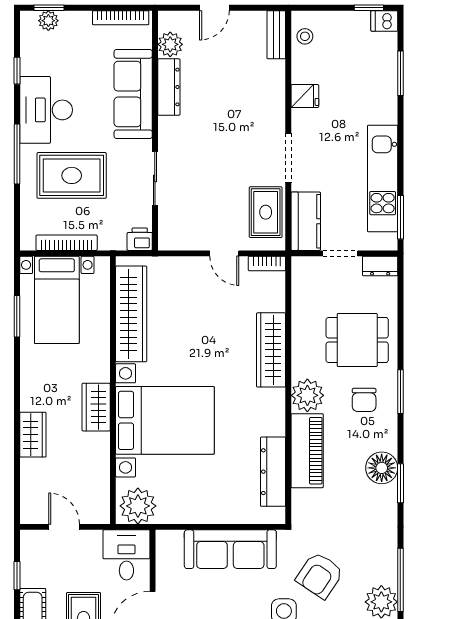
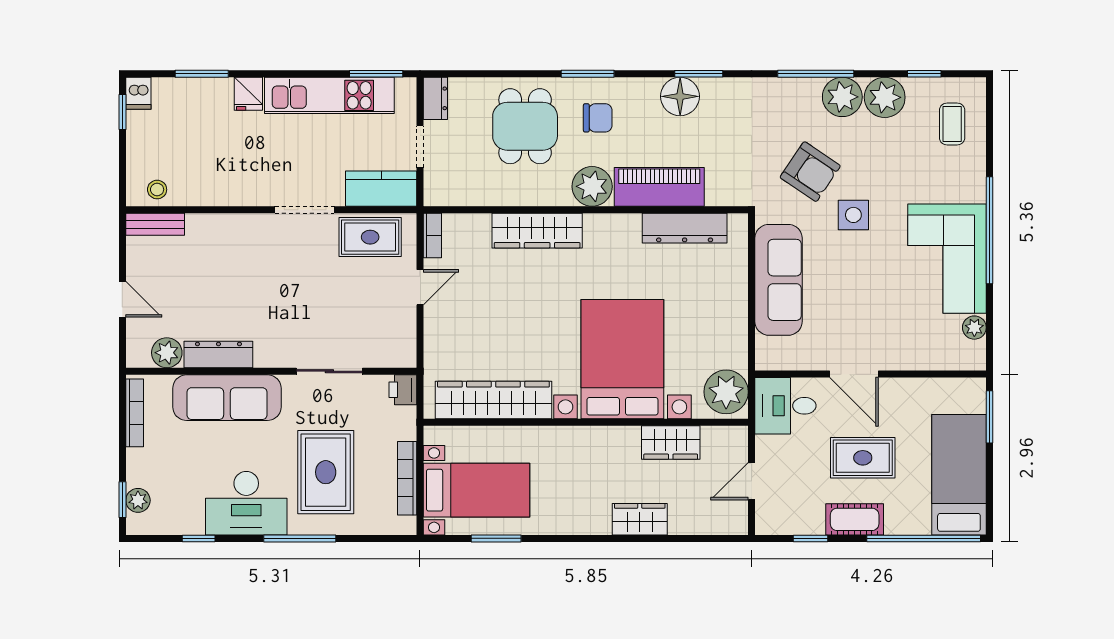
fridge: (305, 96) -> (248, 94), moved, turned 180
wardrobe: (96, 407) -> (671, 443), moved

